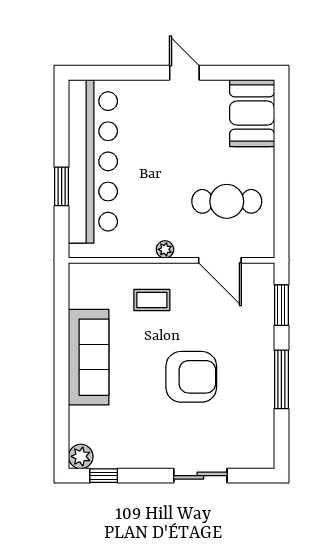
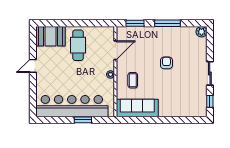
cafe table: (227, 201) -> (78, 45), moved
sofa: (89, 357) -> (137, 108), moved
armchair: (191, 377) -> (166, 63), width x0.53, depth x0.53
plant: (81, 456) -> (201, 32), moved
sliding door: (200, 476) -> (210, 73), moved

